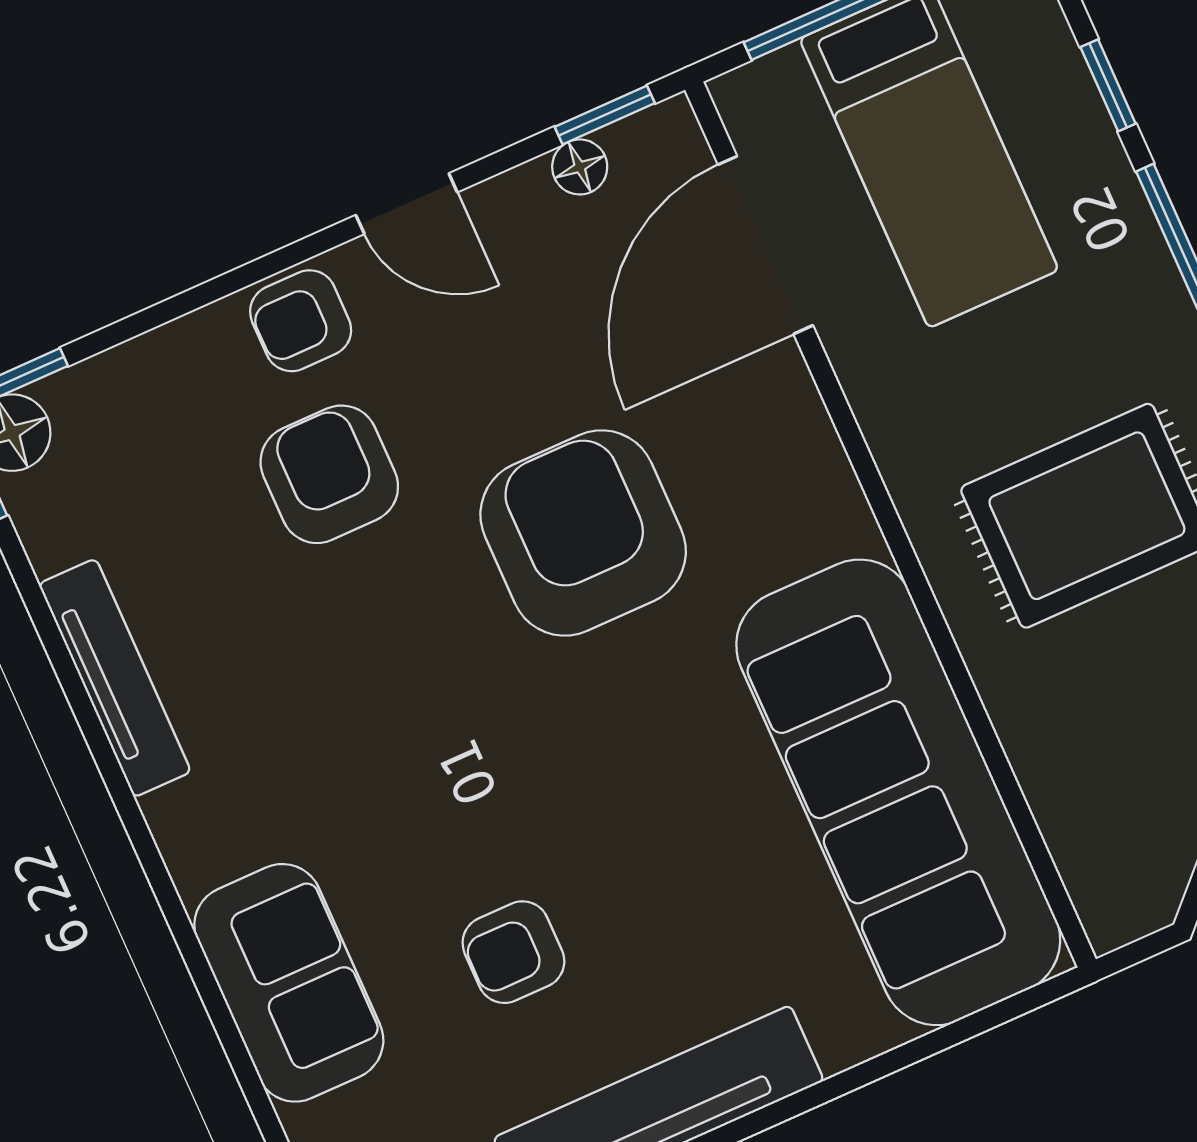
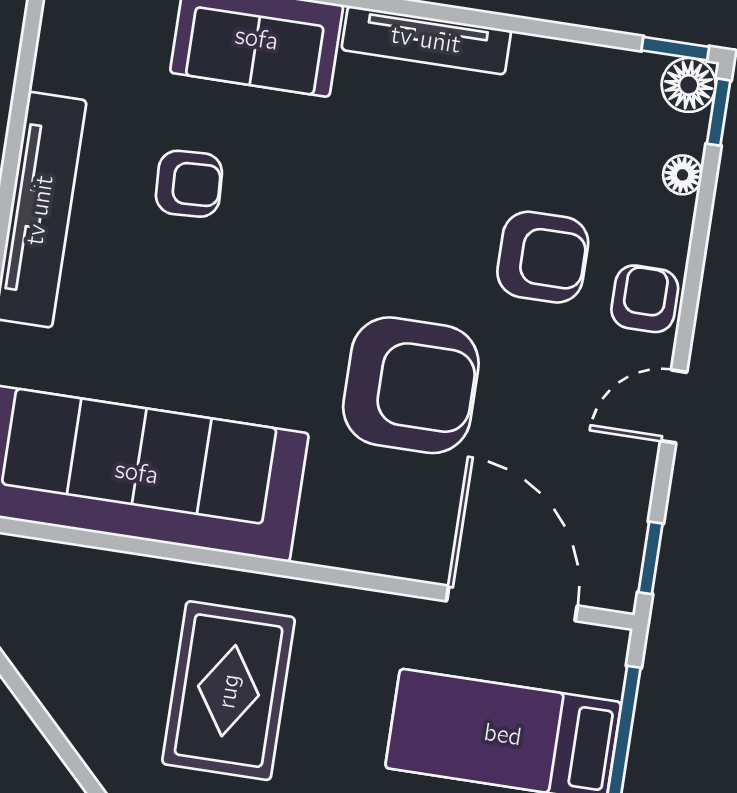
floor lamp: (580, 167) -> (683, 175), moved
tv unit: (115, 678) -> (426, 40), moved
armchair: (513, 952) -> (189, 184), turned 87

